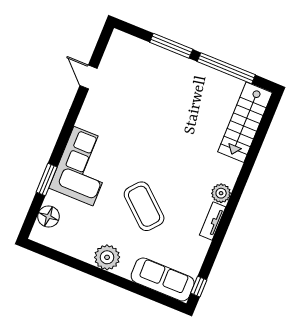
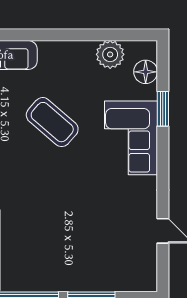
plant: (107, 257) -> (110, 54), moved

